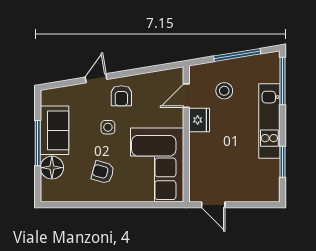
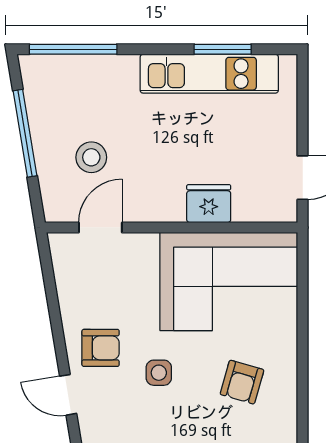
door: (186, 96) -> (100, 227), swing flipped
fridge: (199, 120) -> (209, 204), moved
kitchen unit: (269, 121) -> (209, 74), moved

